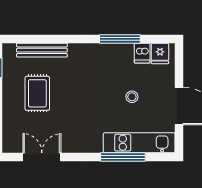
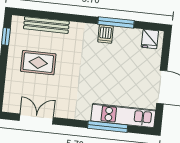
dishwasher: (142, 53) -> (105, 34), moved
rug: (37, 93) -> (38, 63), turned 90
stool: (132, 97) -> (121, 74), removed

